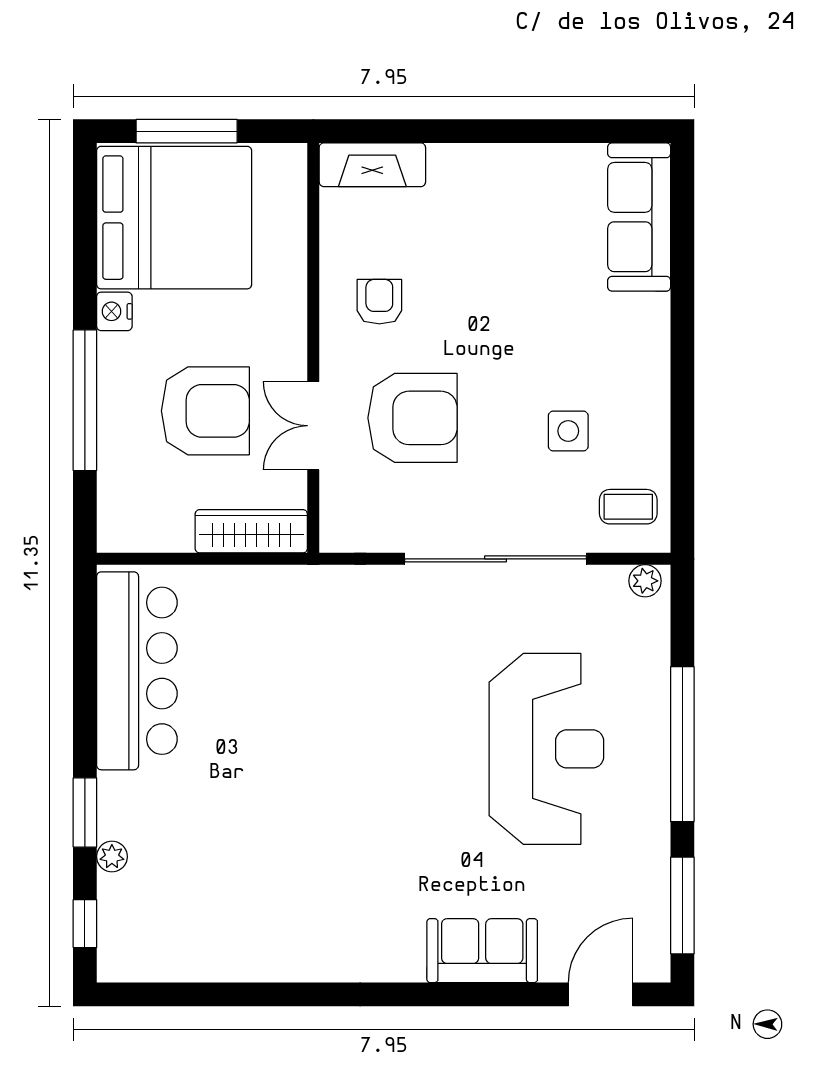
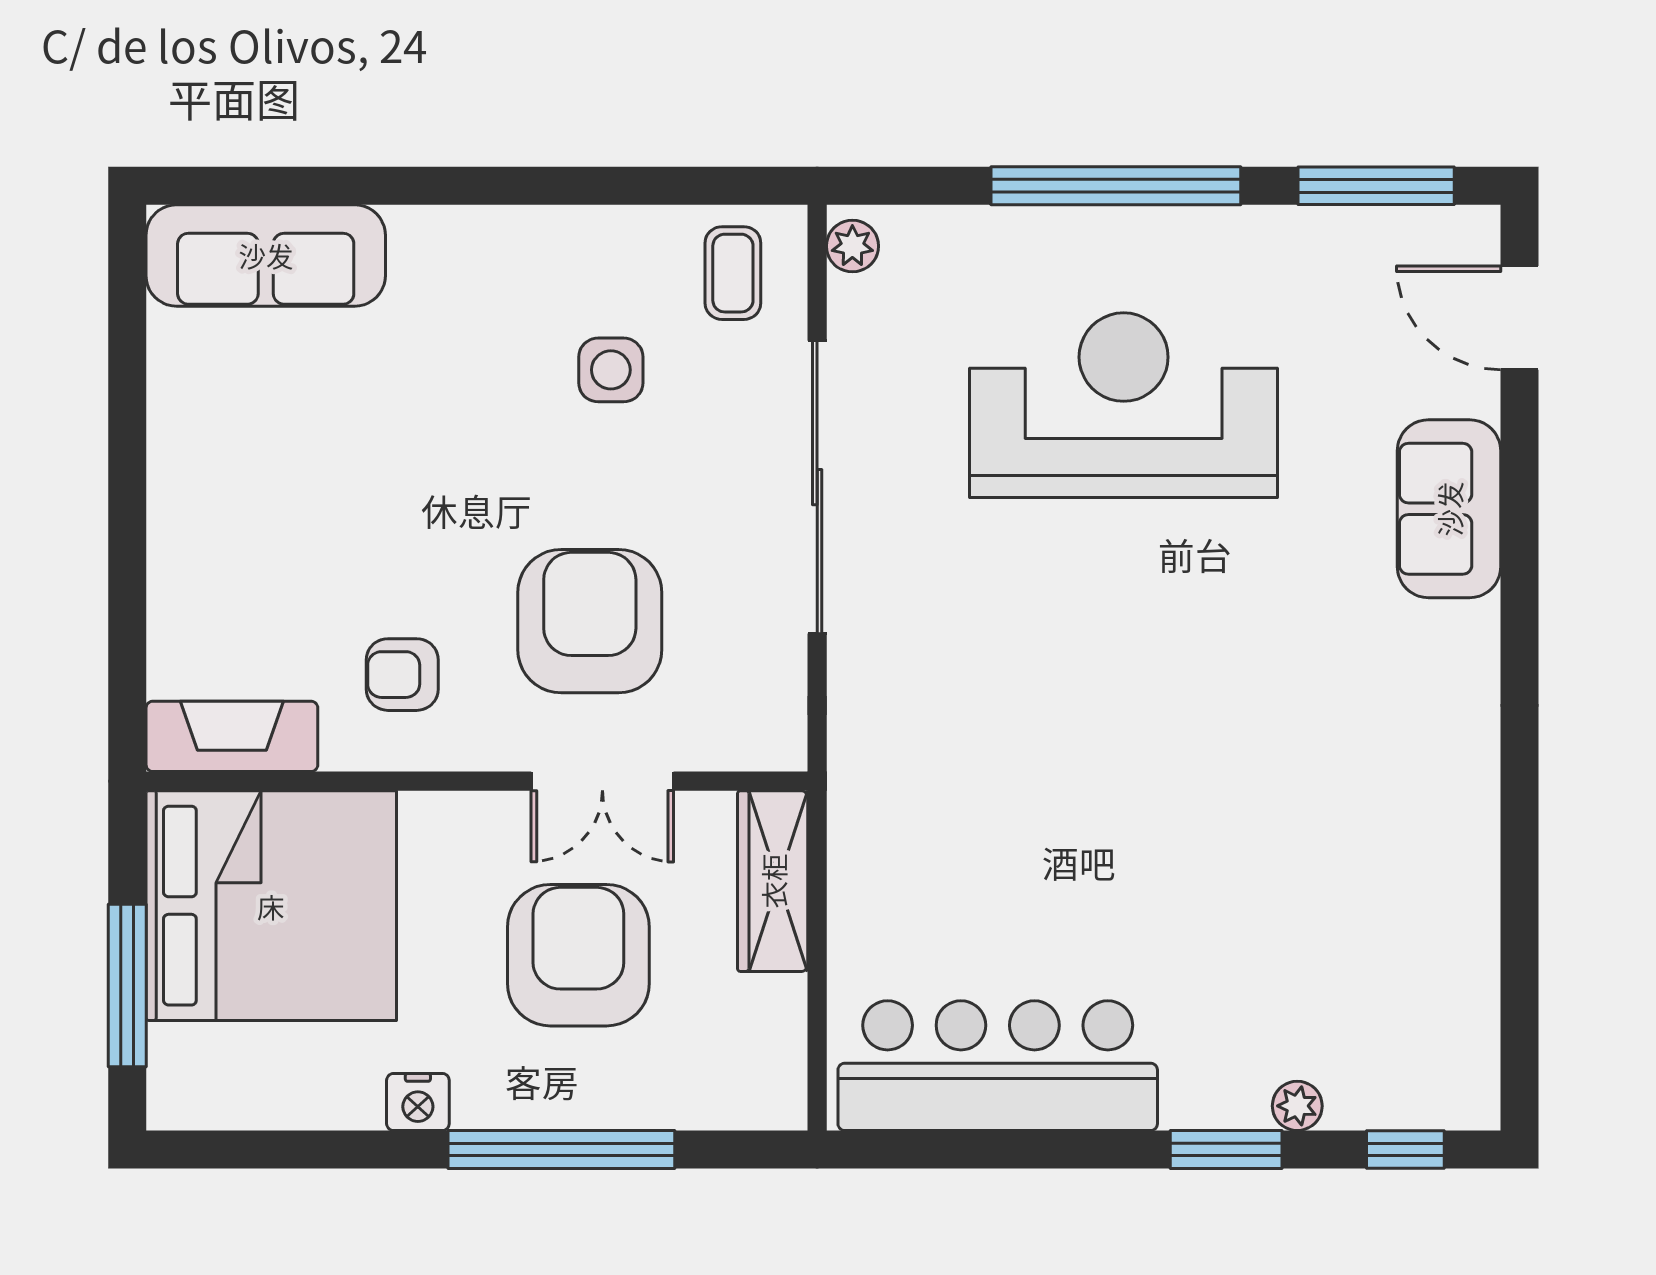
fireplace: (372, 165) -> (232, 736), moved, turned -90
bed: (174, 218) -> (271, 906), moved, turned 90

